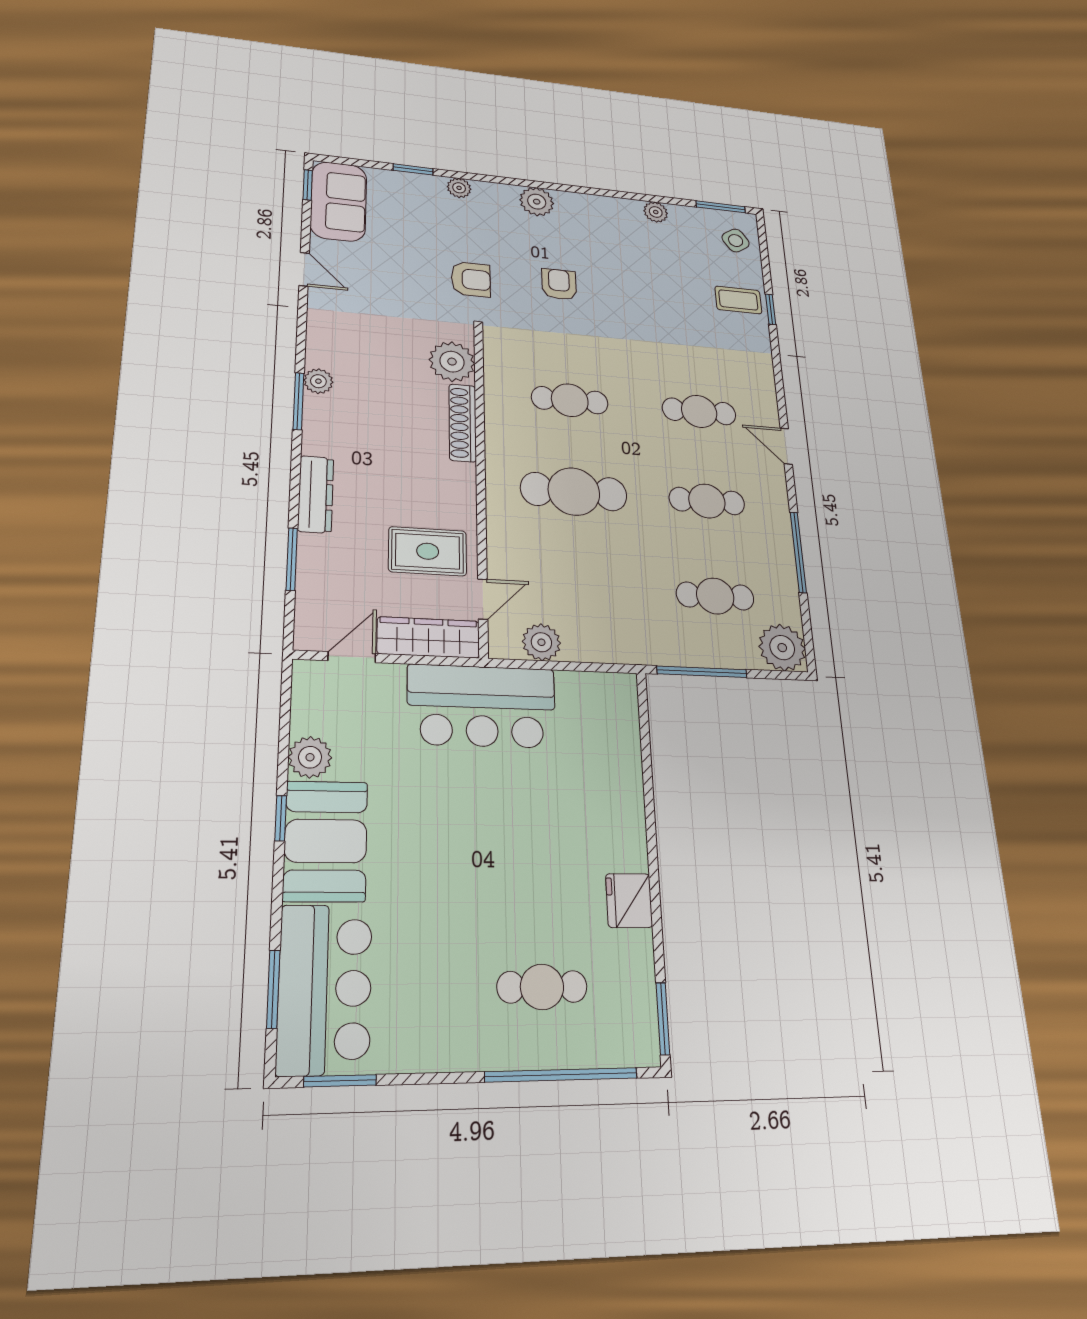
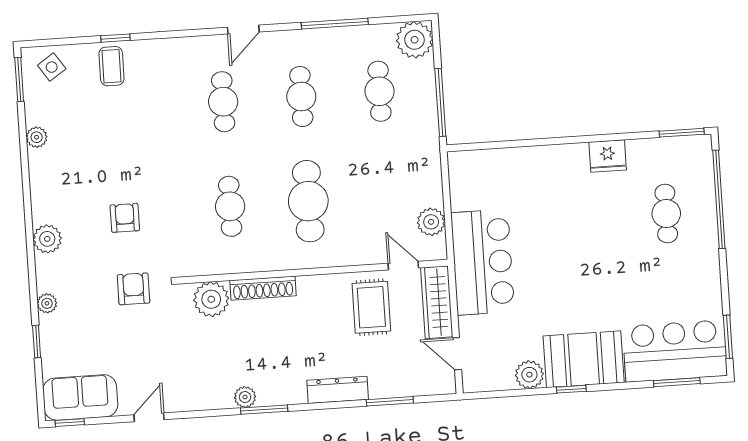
armchair: (559, 284) -> (125, 218), turned 90

